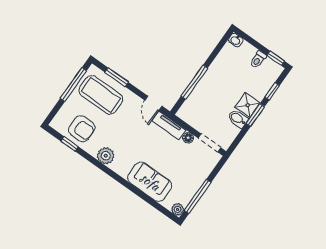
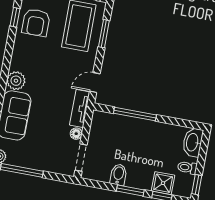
washbasin: (236, 40) -> (193, 142), width x1.91, depth x1.45
shower: (248, 105) -> (163, 183), moved
plant: (106, 156) -> (16, 81), moved

